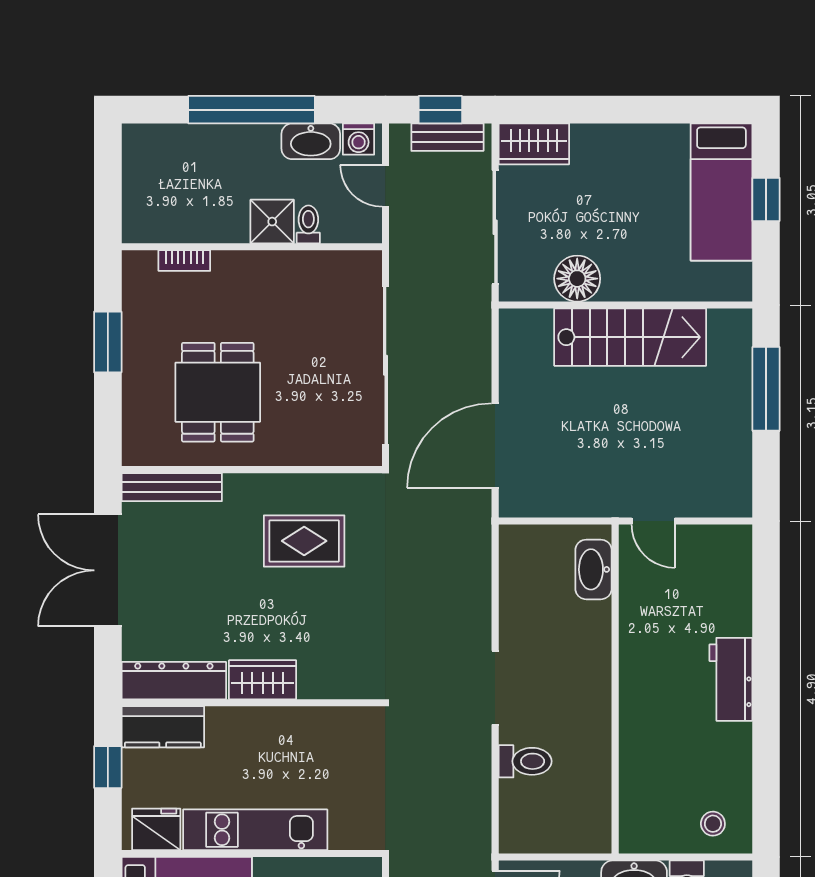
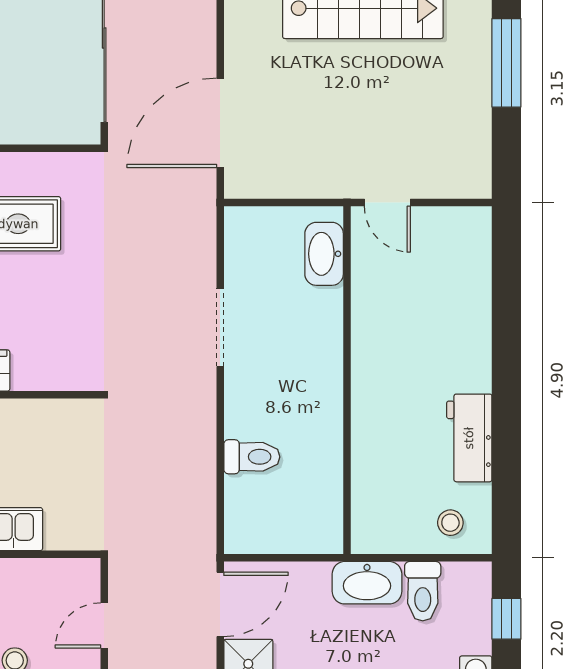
workbench: (731, 679) -> (469, 438), moved
doorway: (495, 688) -> (220, 327), moved

